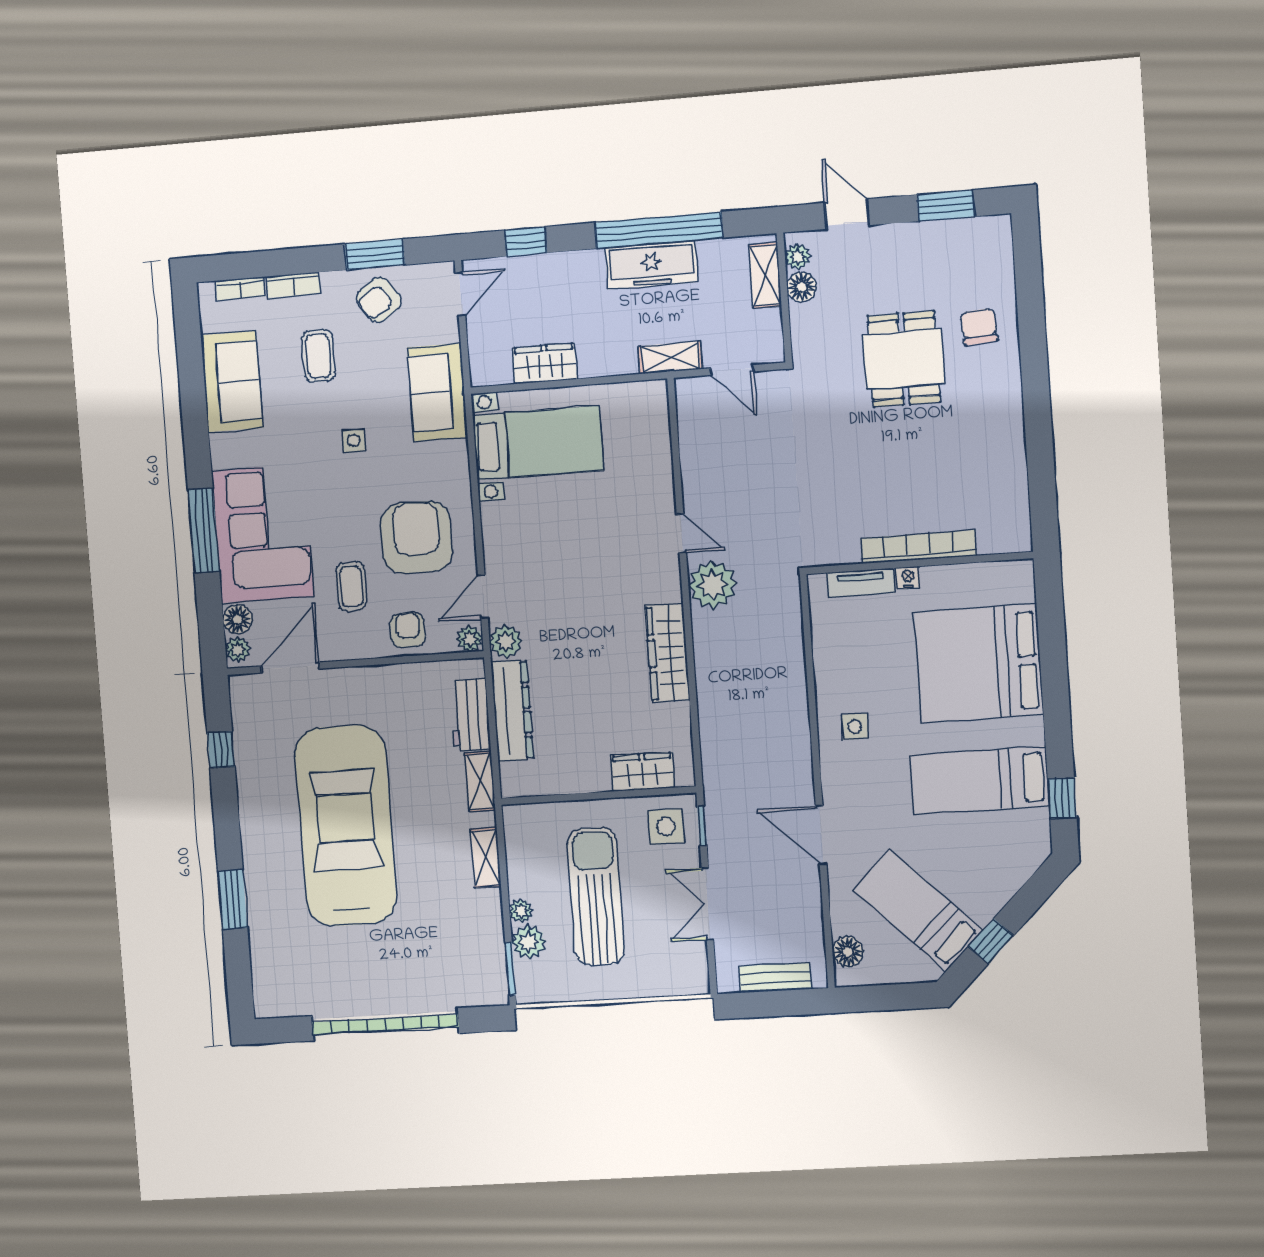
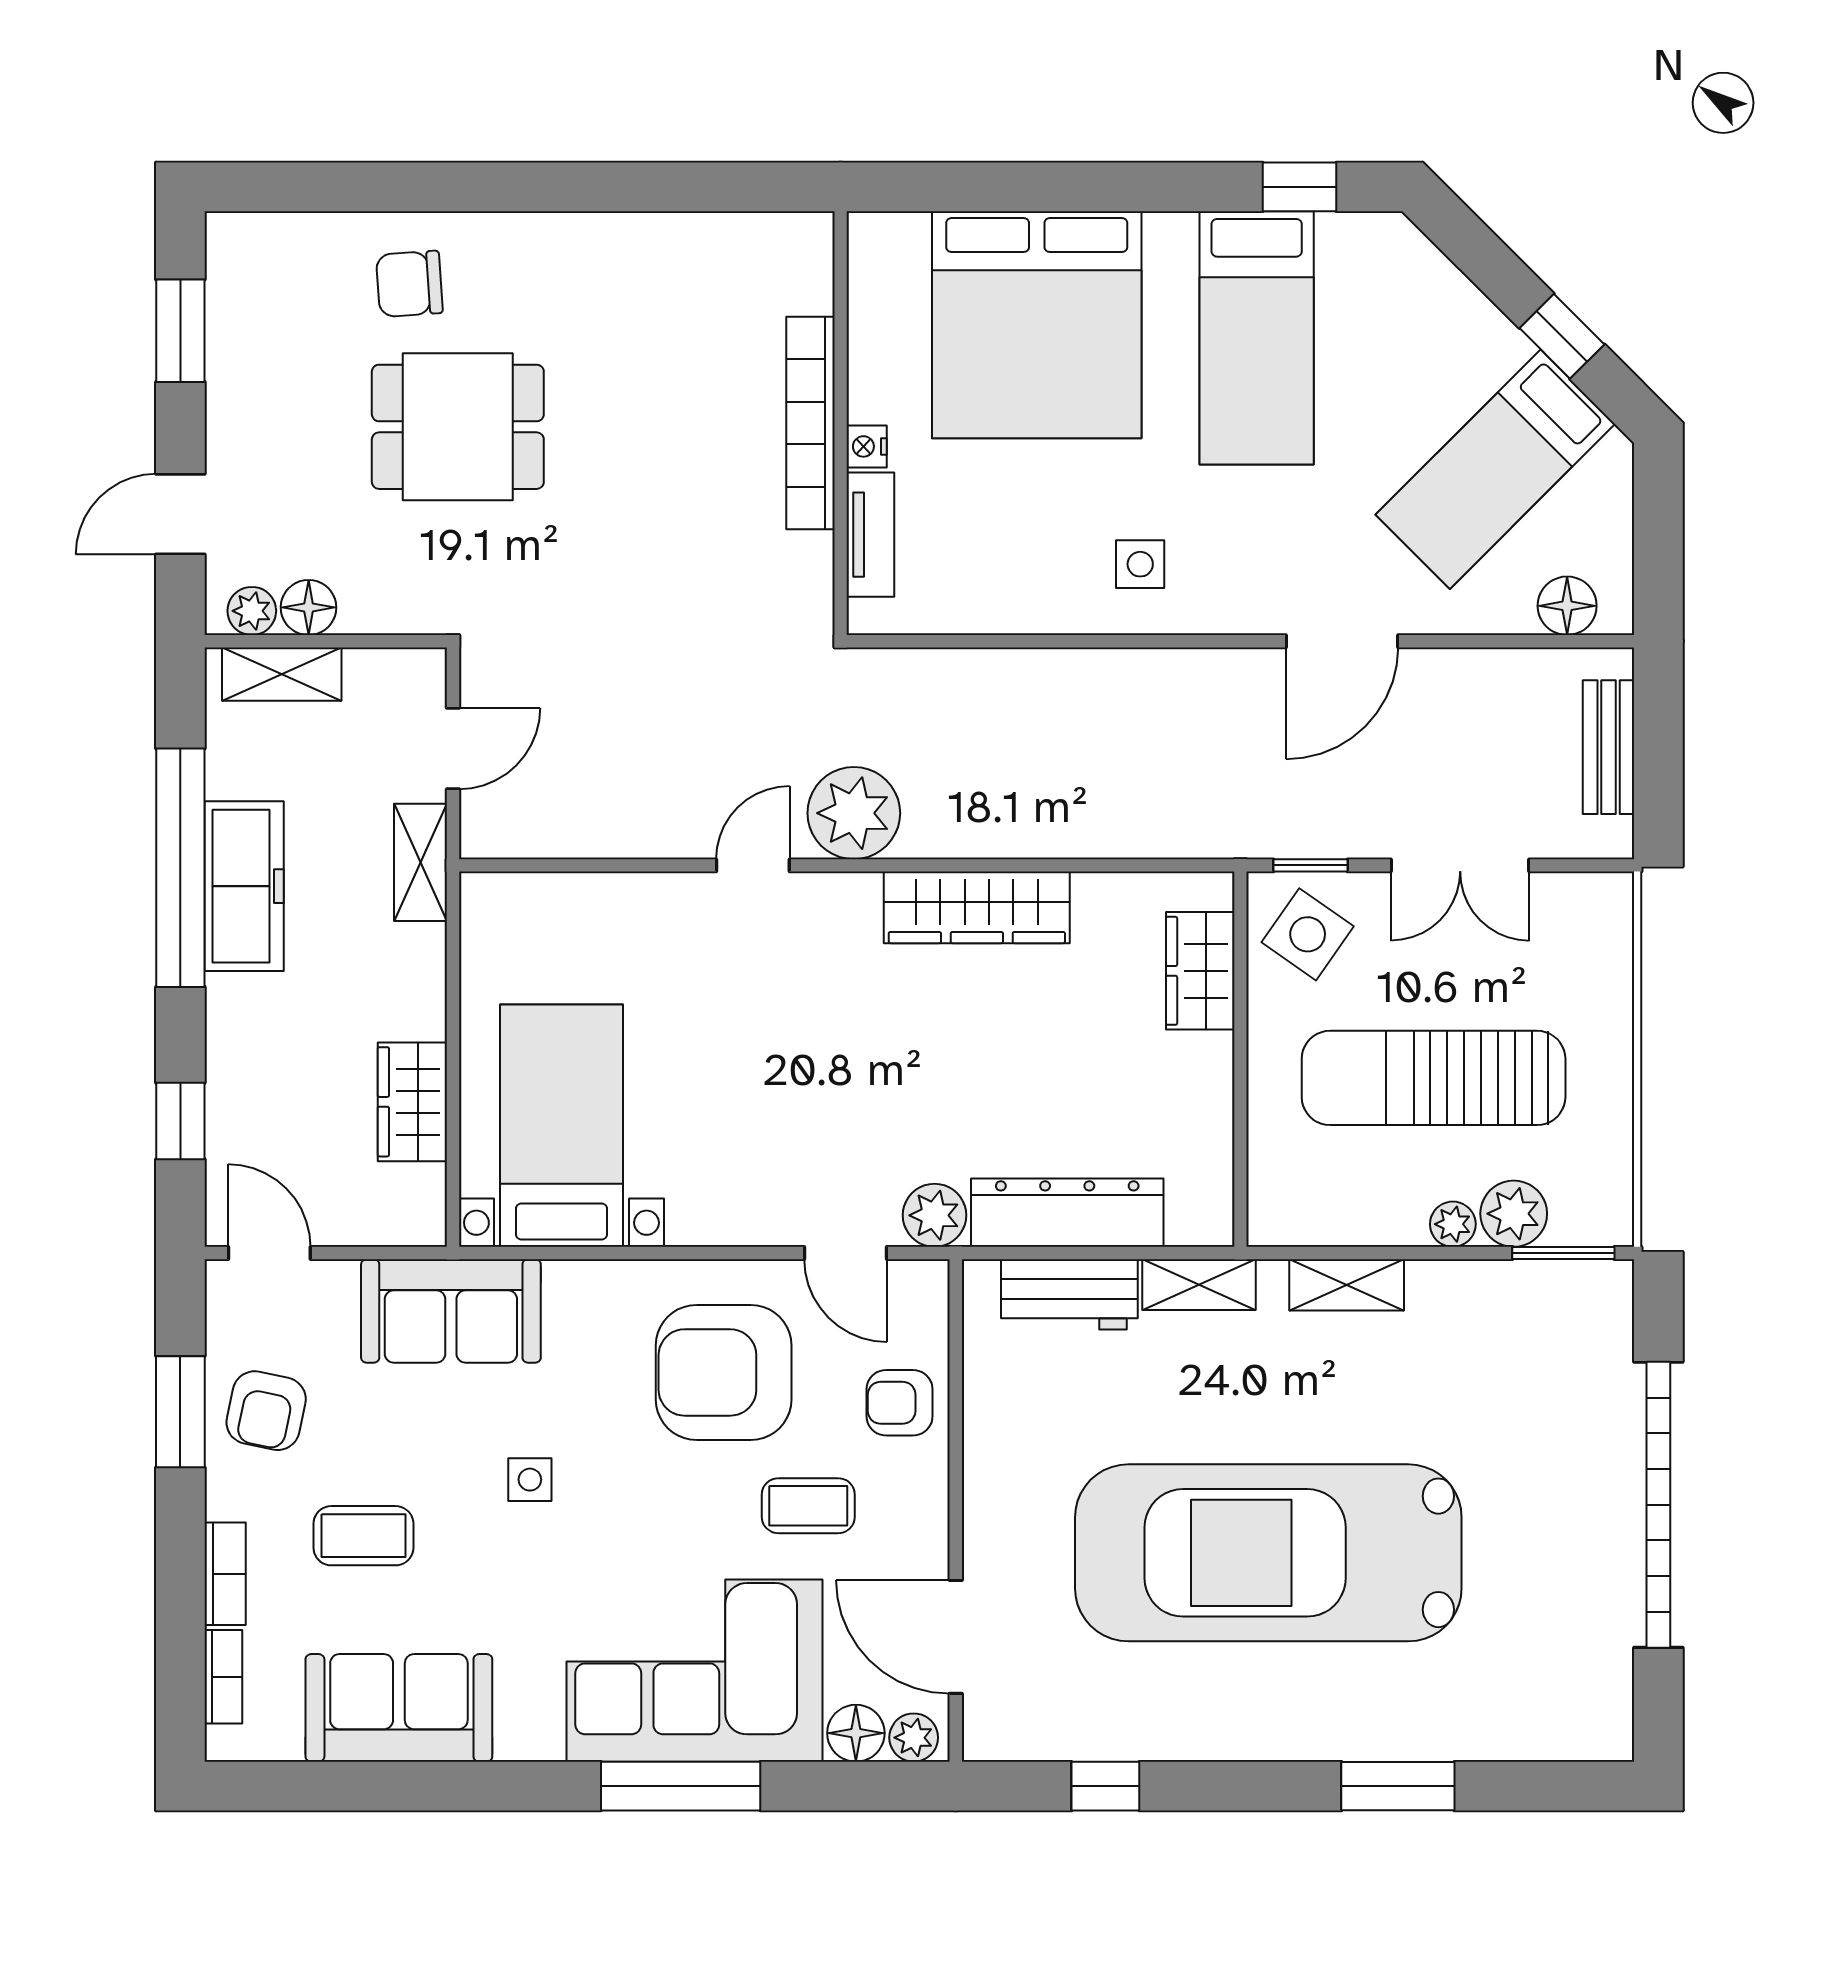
armchair: (379, 299) -> (266, 1411), turned 47
plant: (470, 639) -> (925, 1284), removed
side table: (666, 827) -> (1308, 934), turned 35

